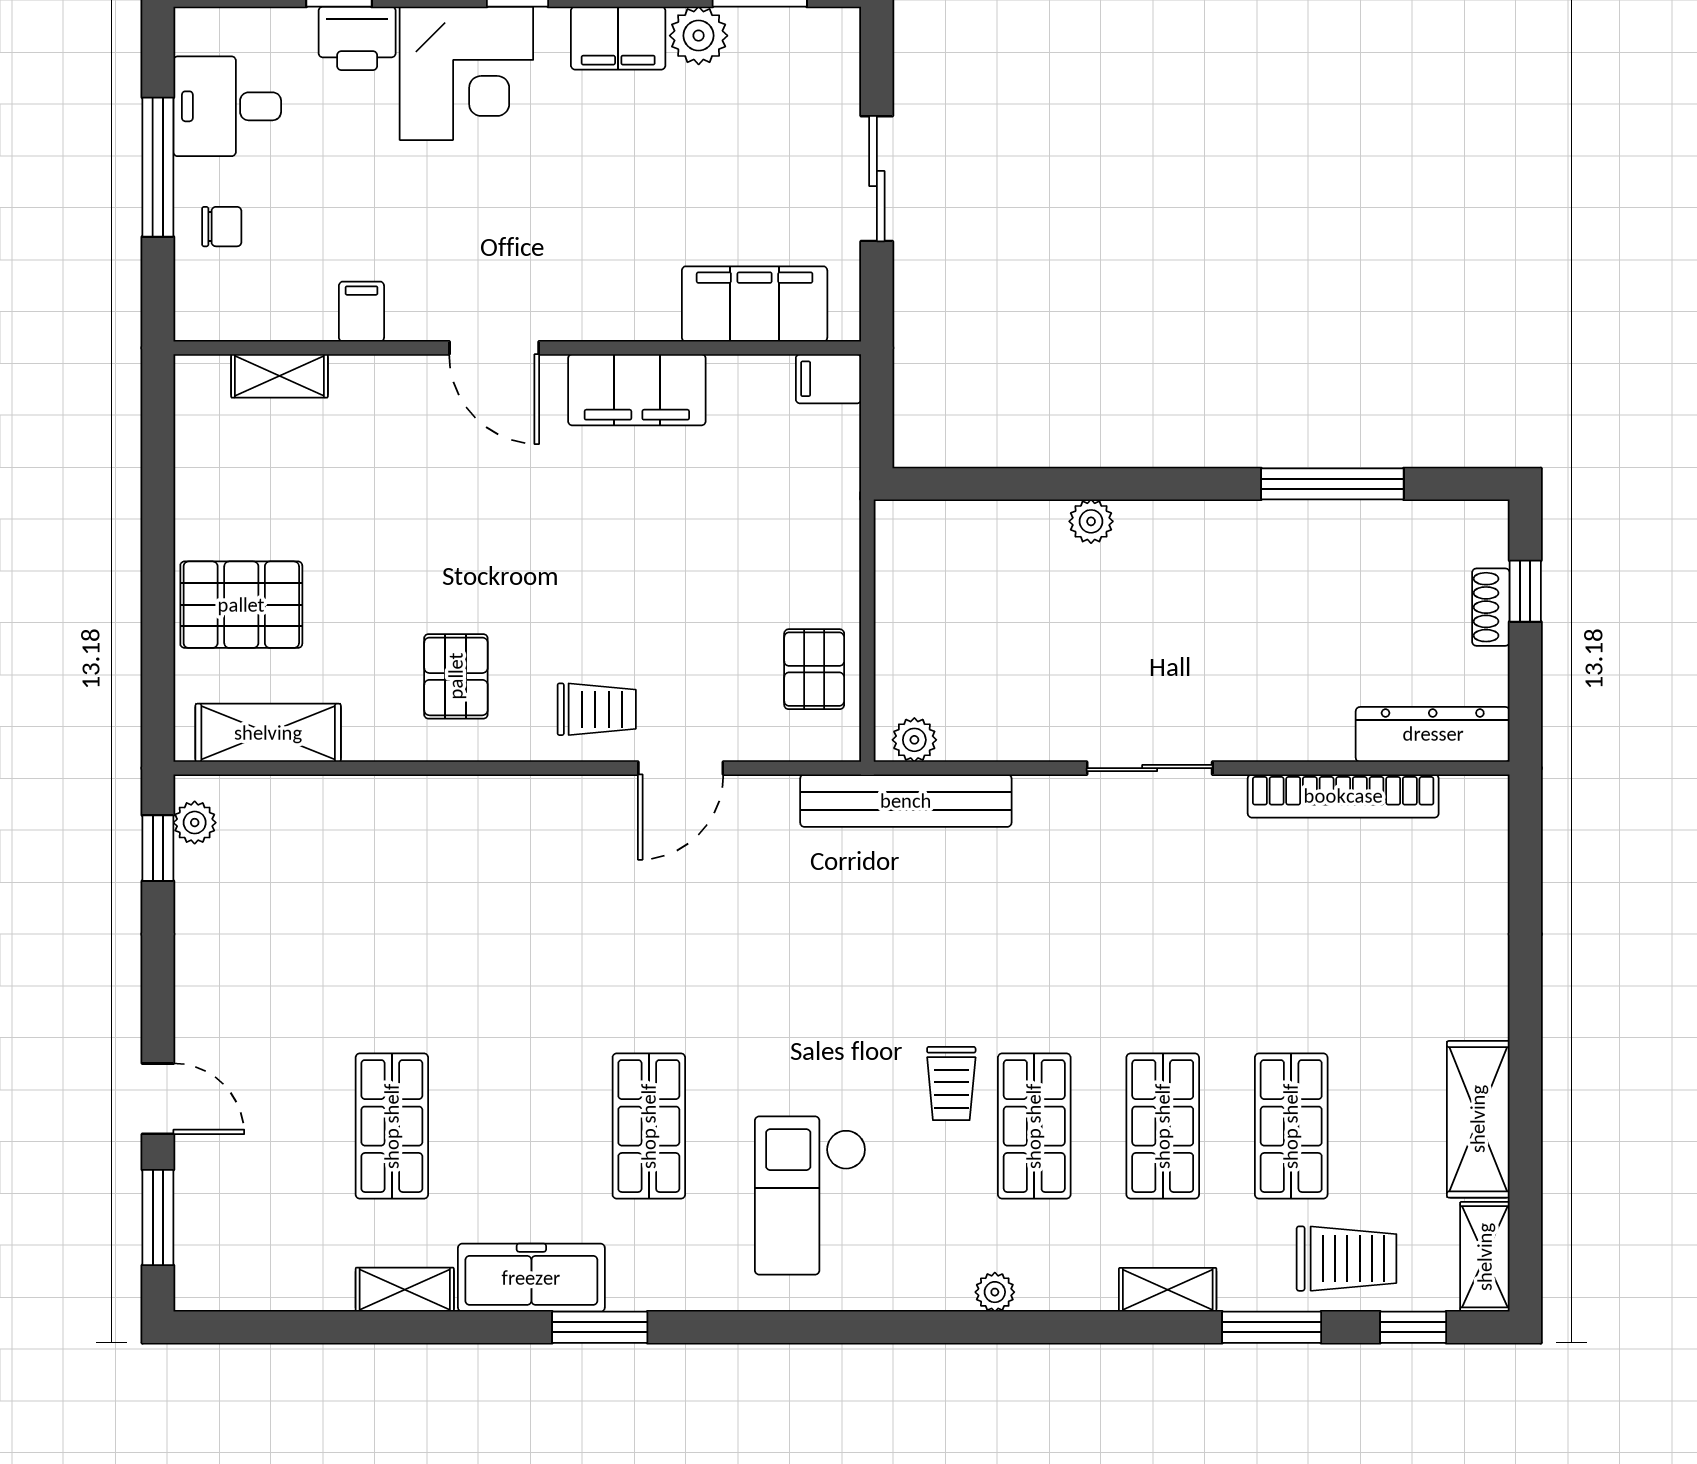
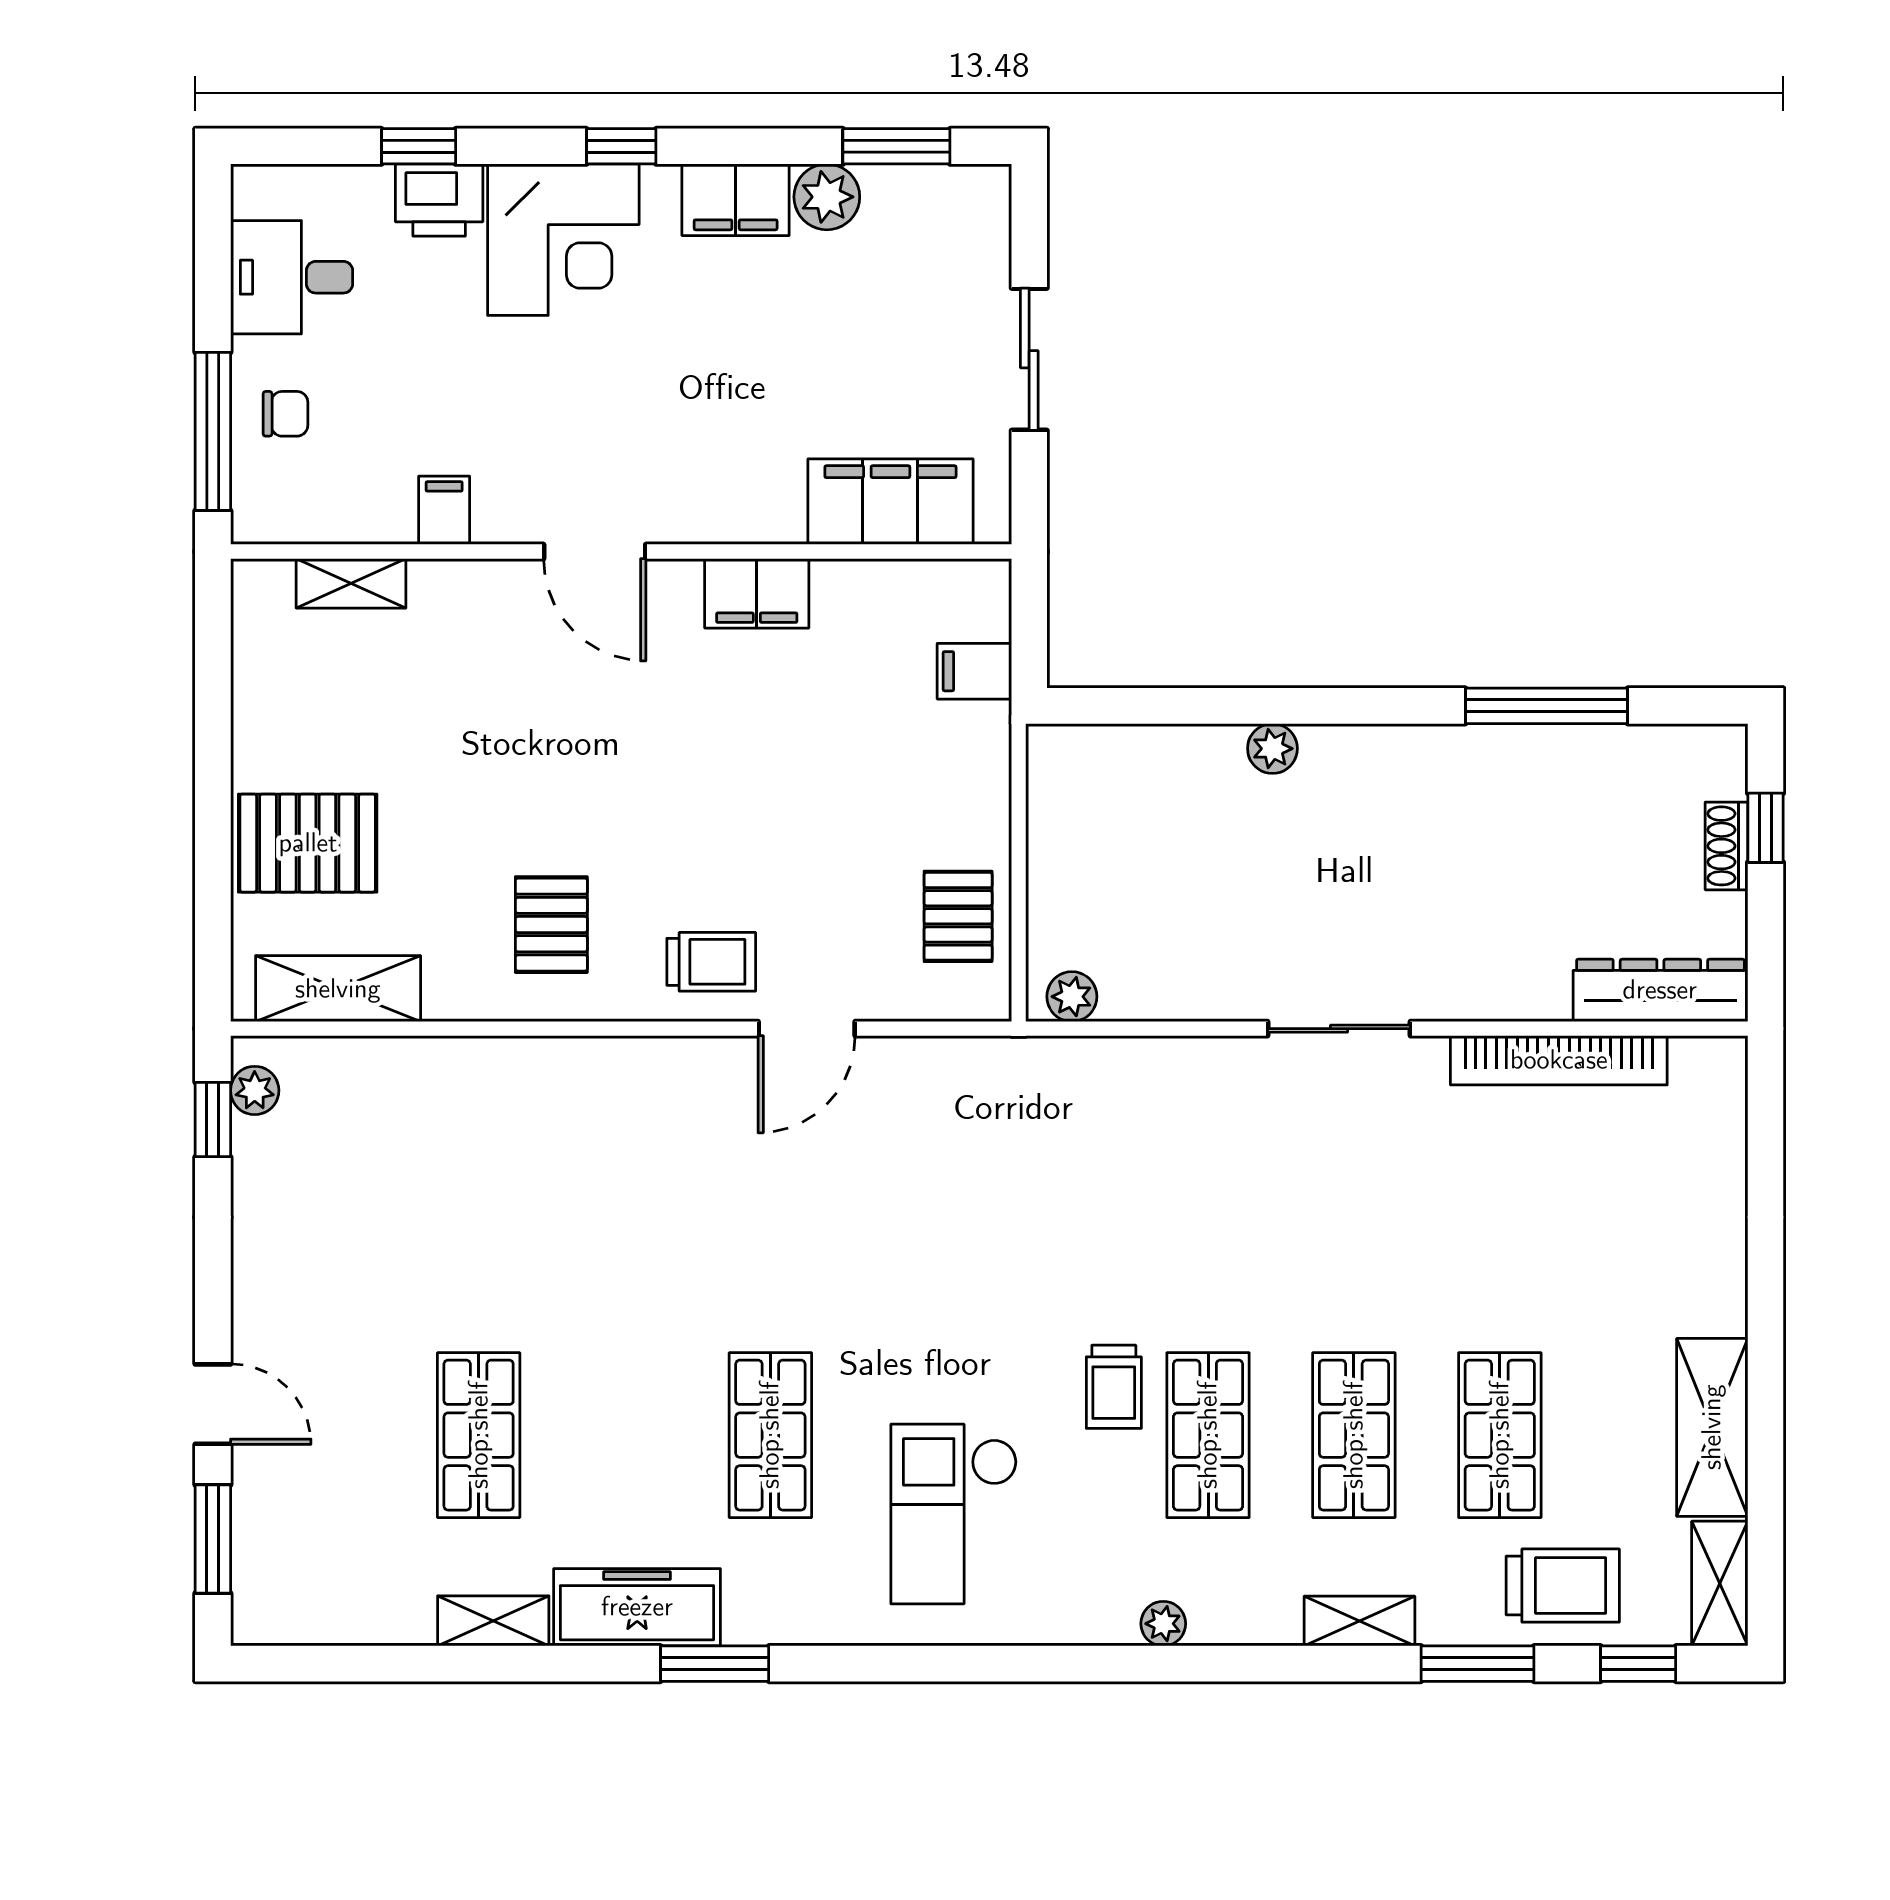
window: (158, 167) -> (213, 431), moved
filing cabinet: (829, 379) -> (974, 671), moved
filing cabinet: (637, 390) -> (757, 593), width x0.67, depth x0.86
bench: (906, 801) -> (1062, 1066), removed

